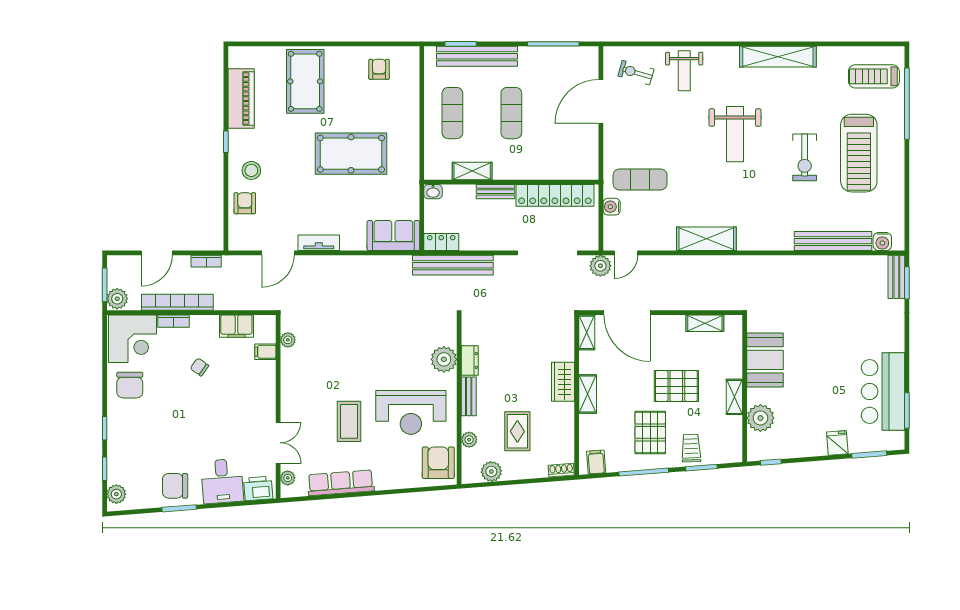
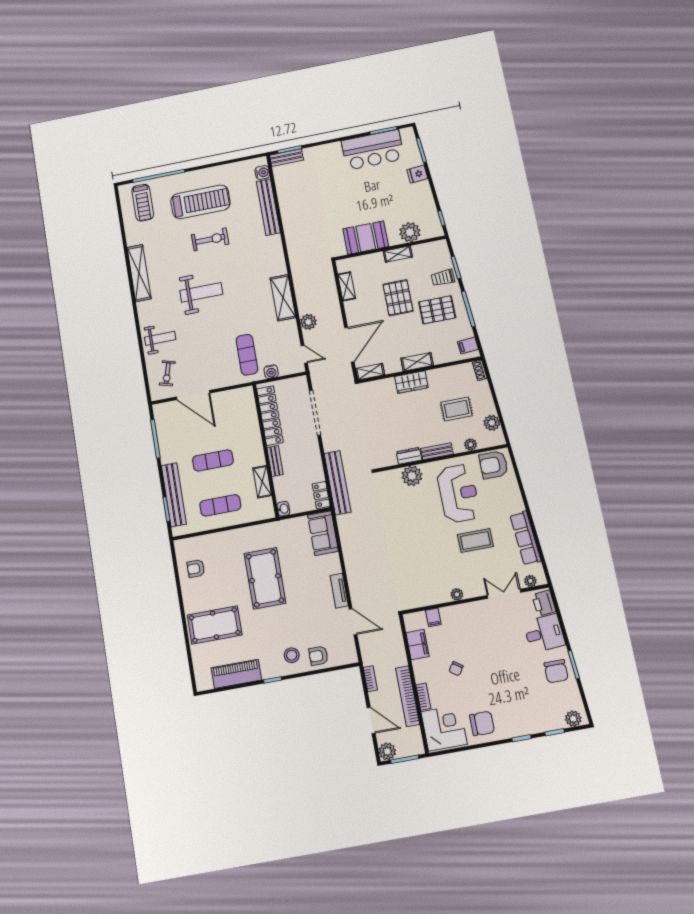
plant: (600, 266) -> (308, 322), moved
plant: (117, 299) -> (387, 751), moved
plant: (288, 340) -> (457, 594), moved

